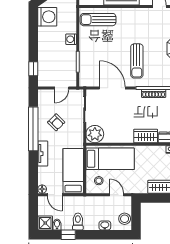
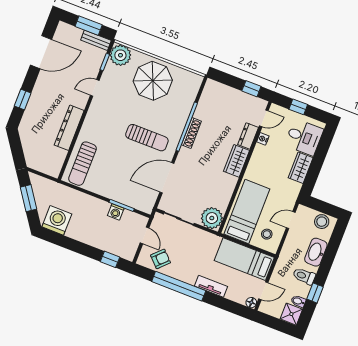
washing machine: (71, 39) -> (116, 212), moved
armchair: (56, 122) -> (161, 259), moved
washbasin: (105, 225) -> (316, 252), width x1.91, depth x1.45

